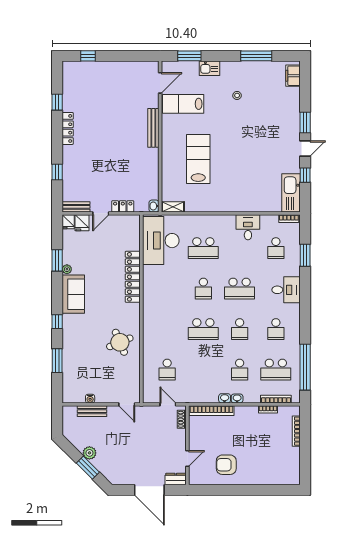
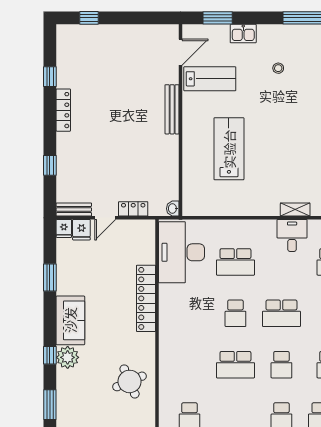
lab bench: (183, 104) -> (210, 79), turned 180
shelving: (173, 207) -> (295, 210), moved
plant: (67, 269) -> (68, 357), moved, width x1.88, depth x1.88

